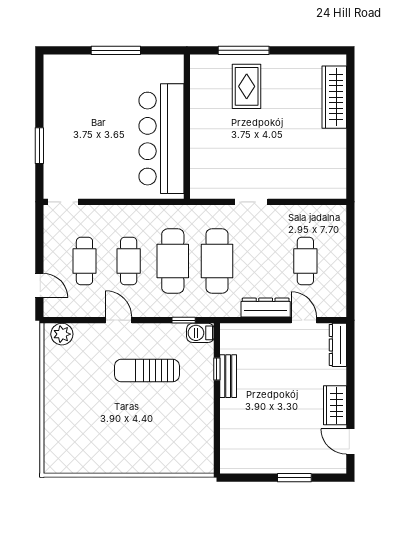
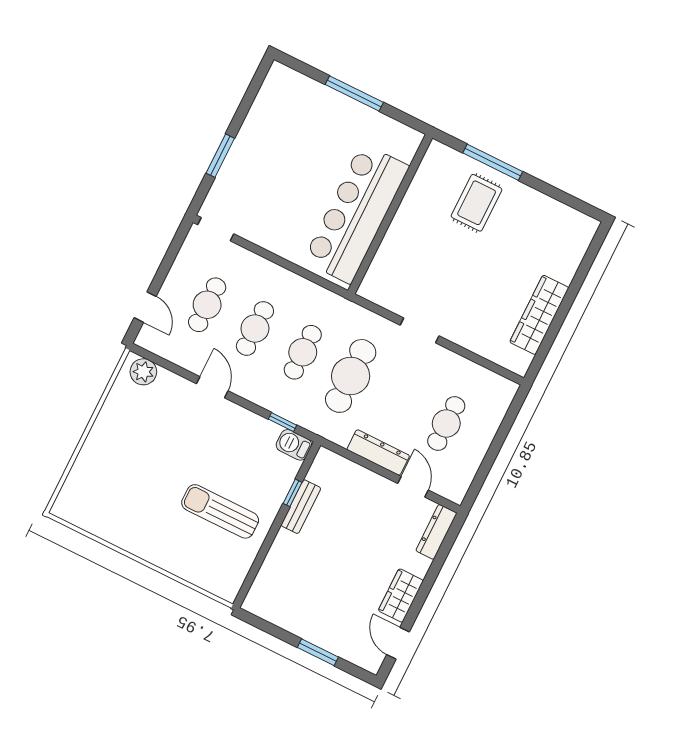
wardrobe: (334, 97) -> (539, 315), moved
cafe table: (173, 261) -> (303, 352), width x0.73, depth x0.74
sun lounger: (147, 371) -> (220, 511), moved

